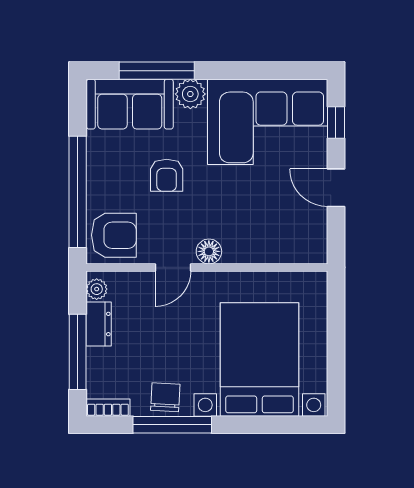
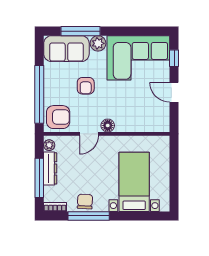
dresser: (99, 324) -> (50, 168), width x1.44
bed with nightstands: (259, 360) -> (134, 182), width x0.73

